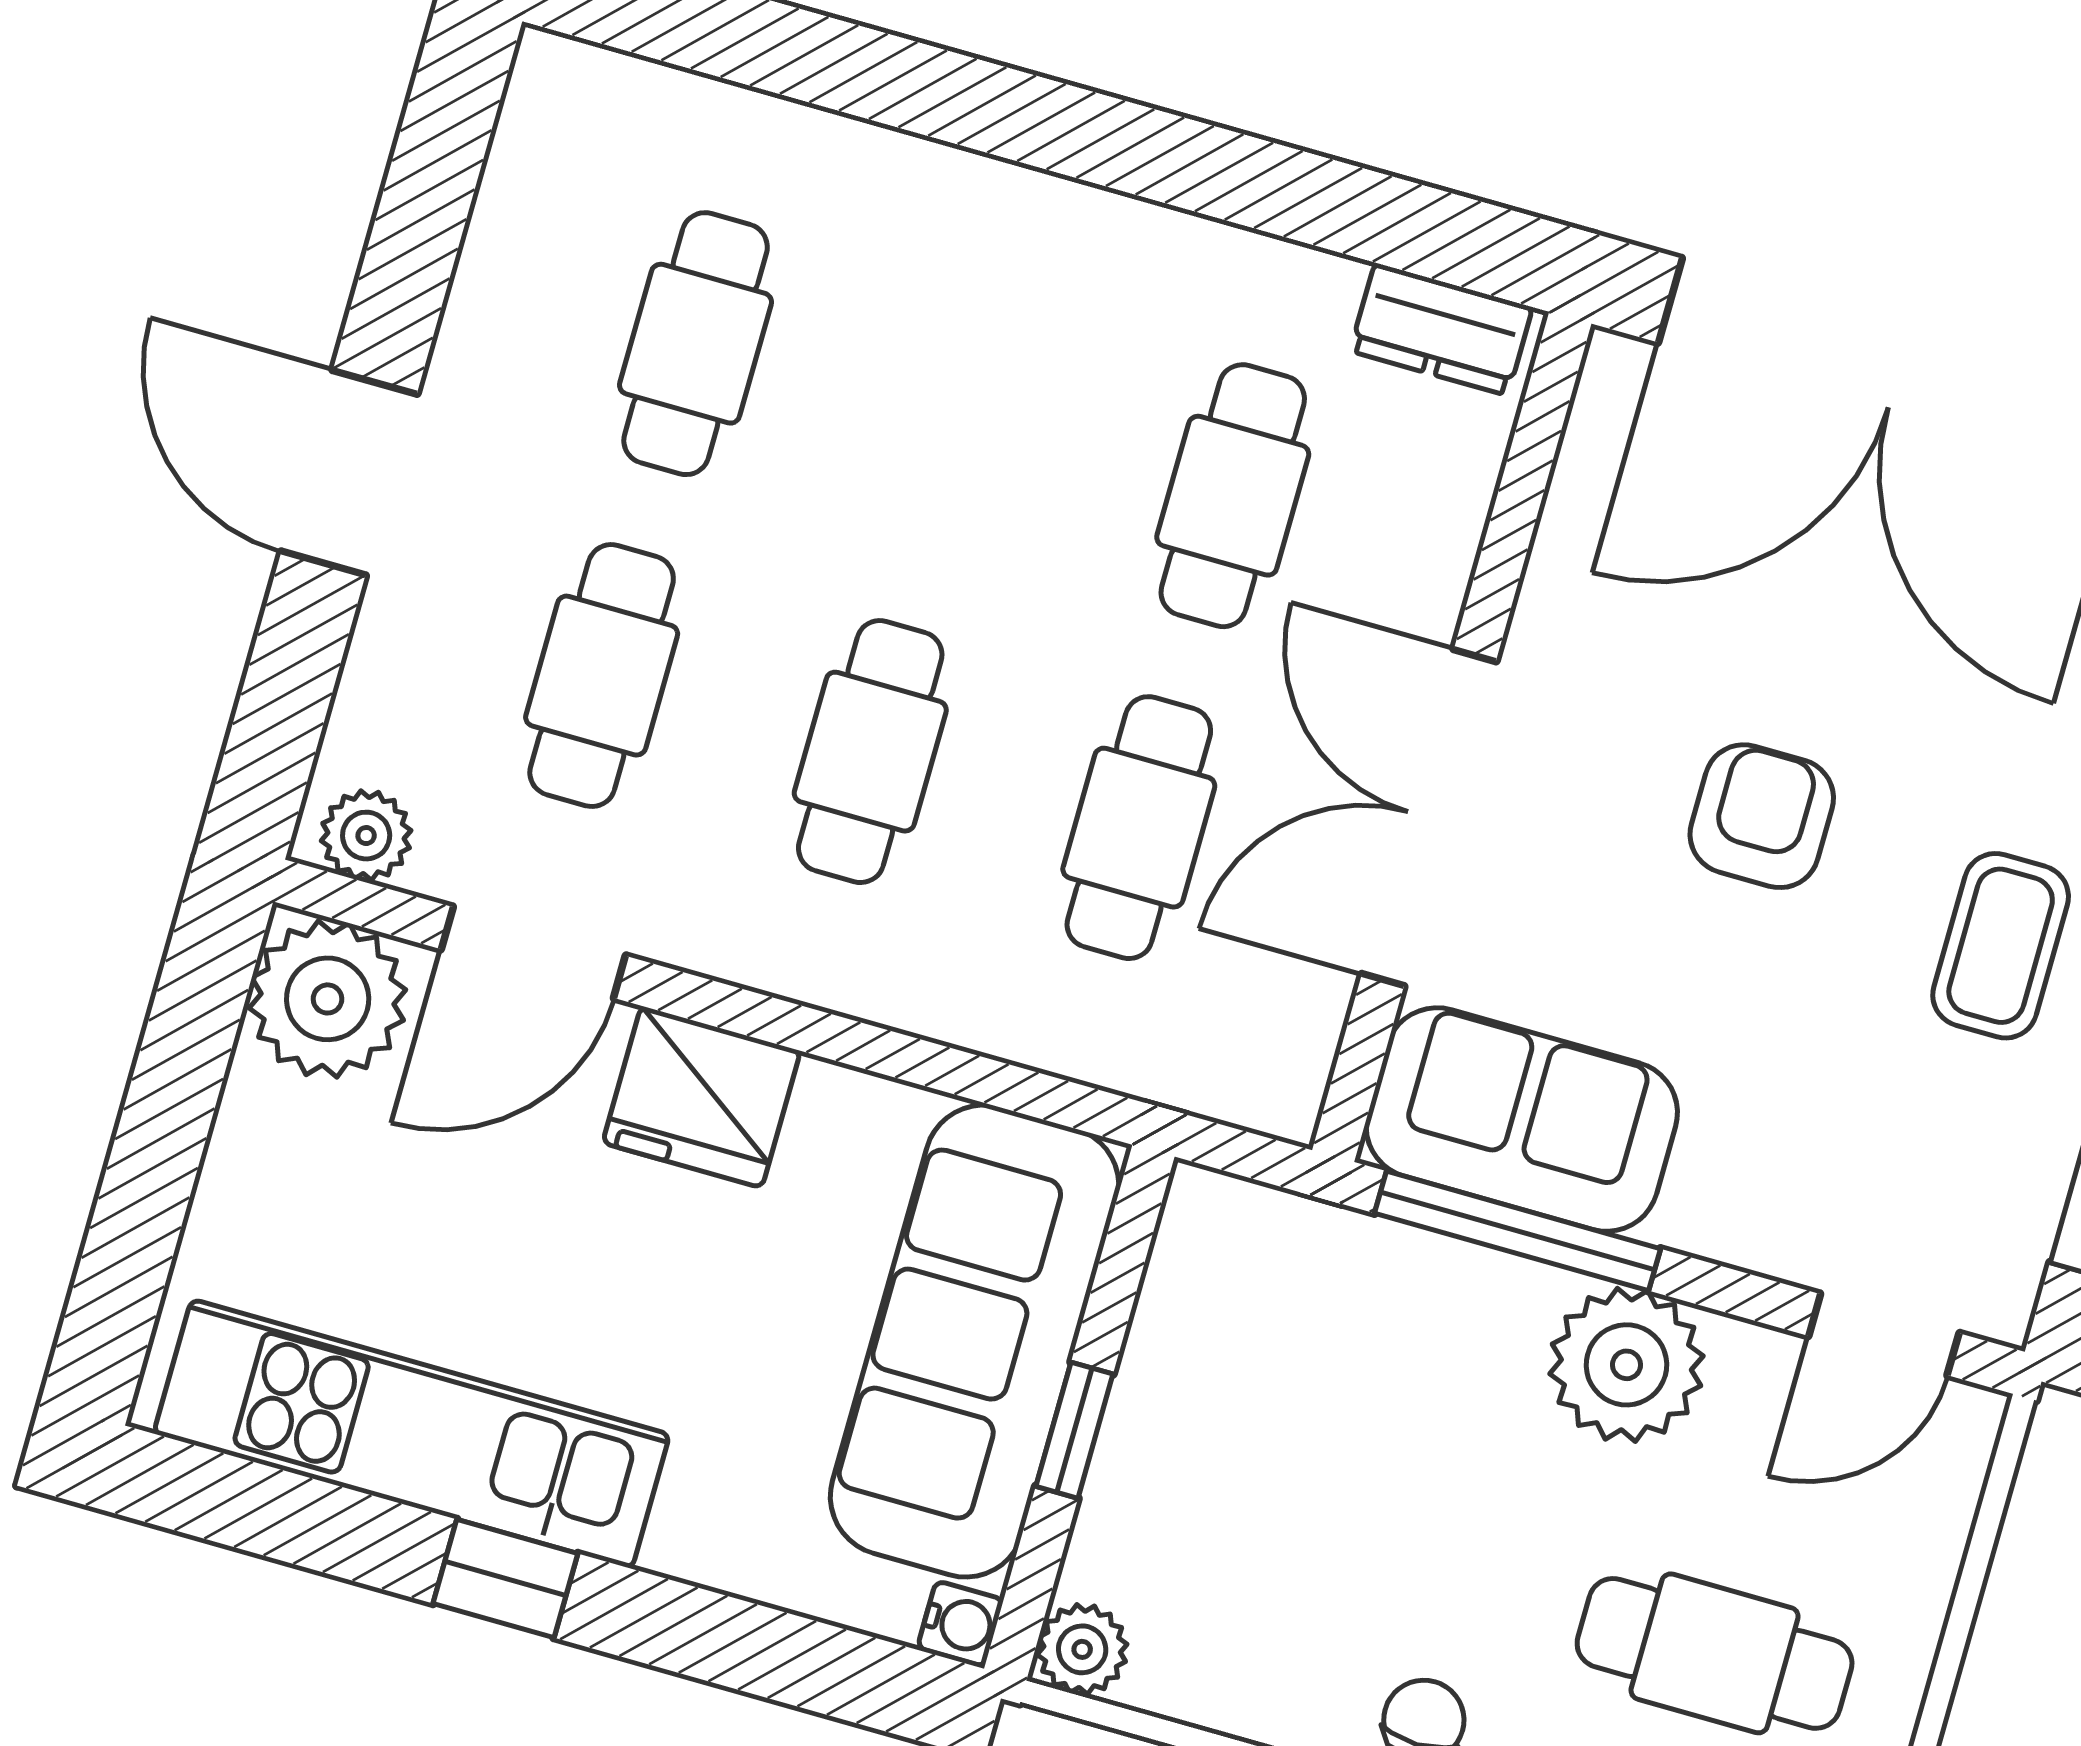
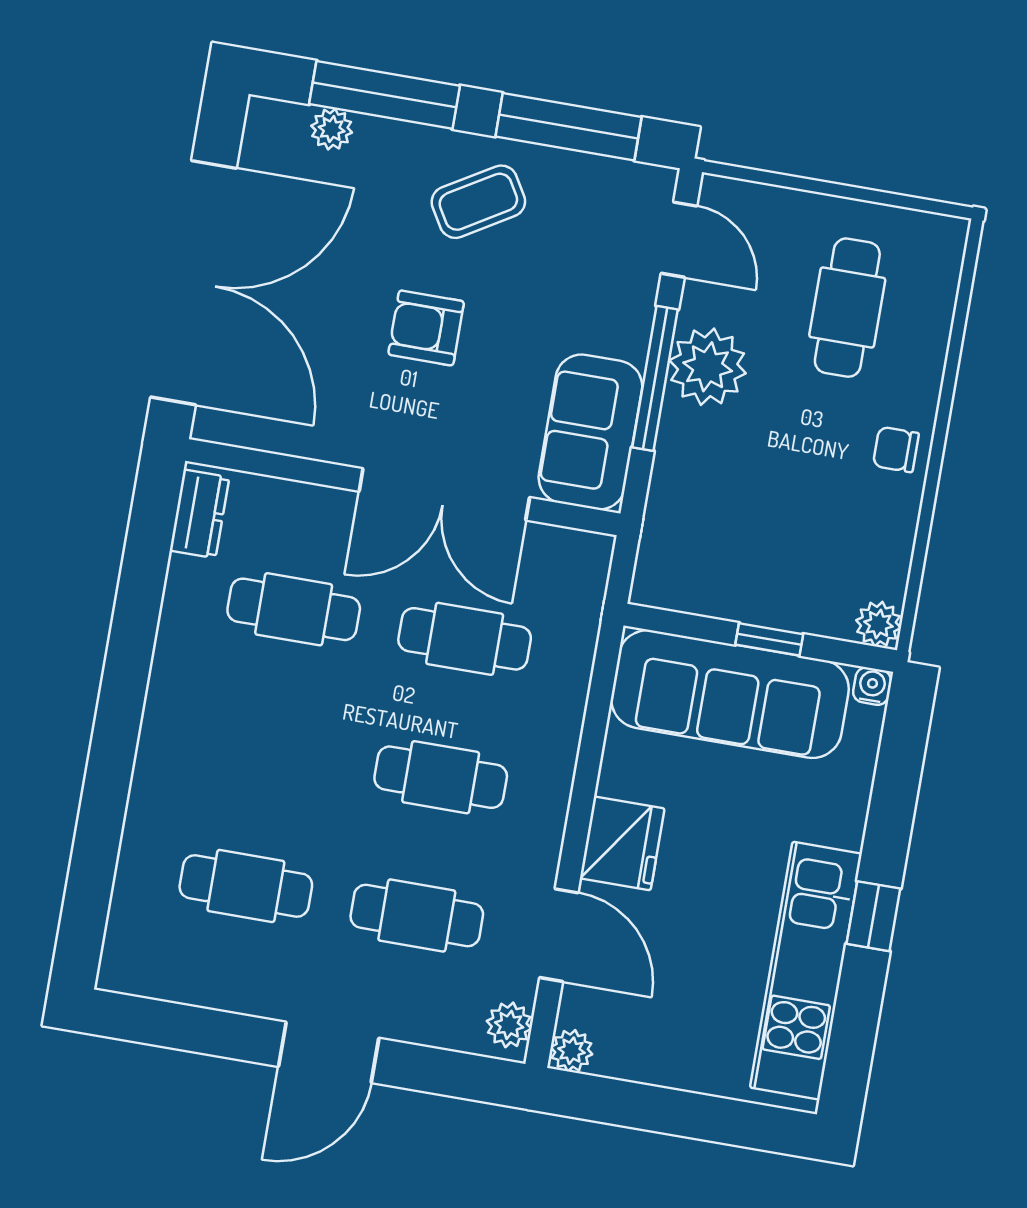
coffee table: (2001, 946) -> (478, 202), turned -31
plant: (328, 999) -> (571, 1051), width x0.53, depth x0.53
window: (1518, 1231) -> (655, 378), moved

